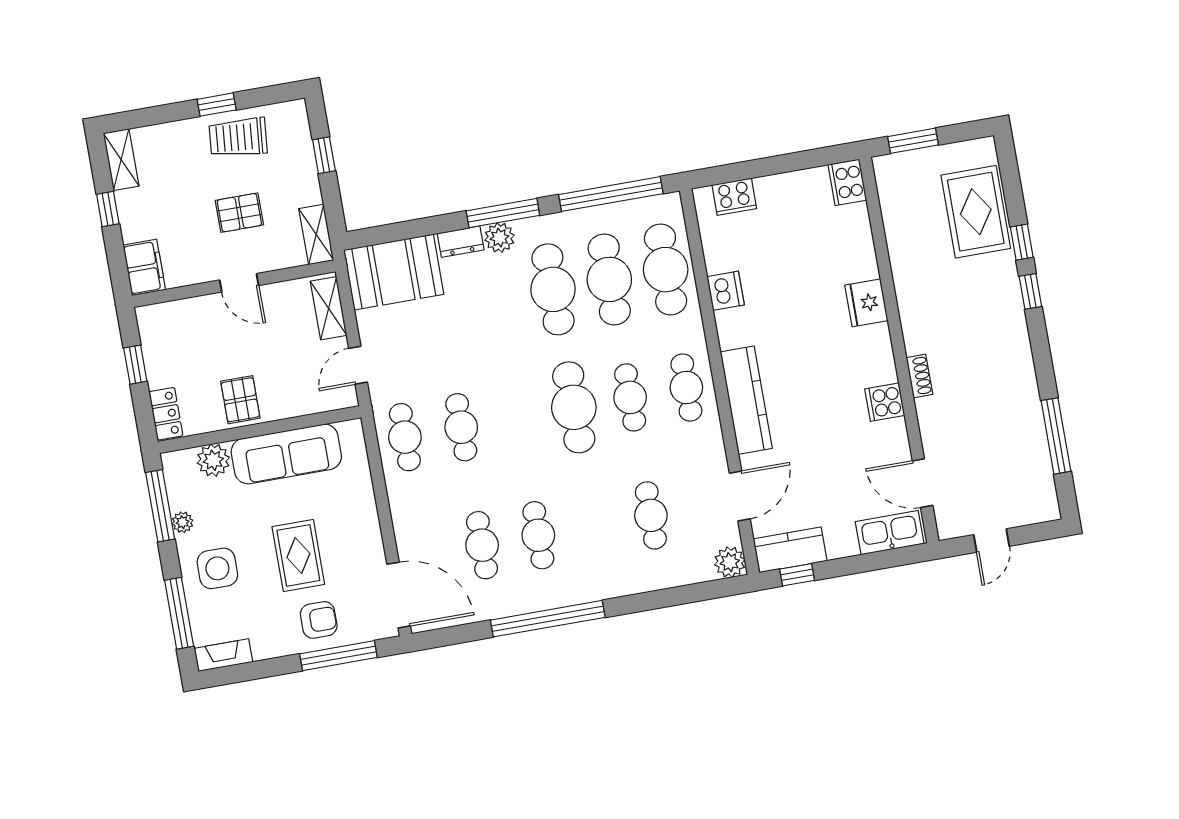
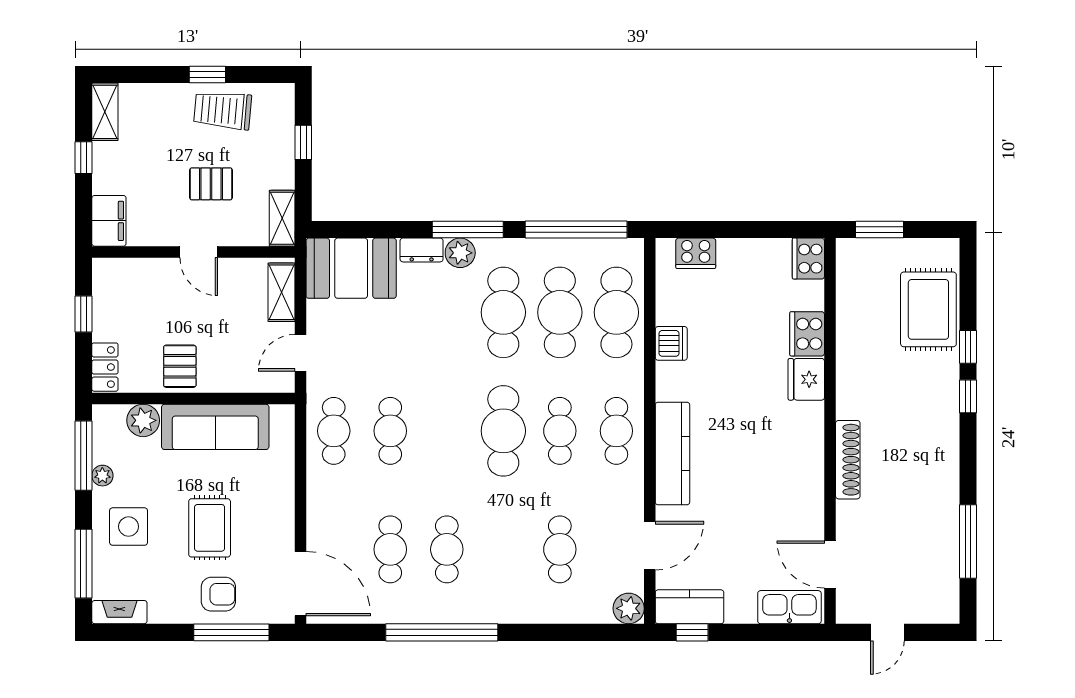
shoe rack: (920, 376) -> (848, 460), width x1.94, depth x1.24
cooker: (885, 402) -> (807, 334), moved, width x1.36

